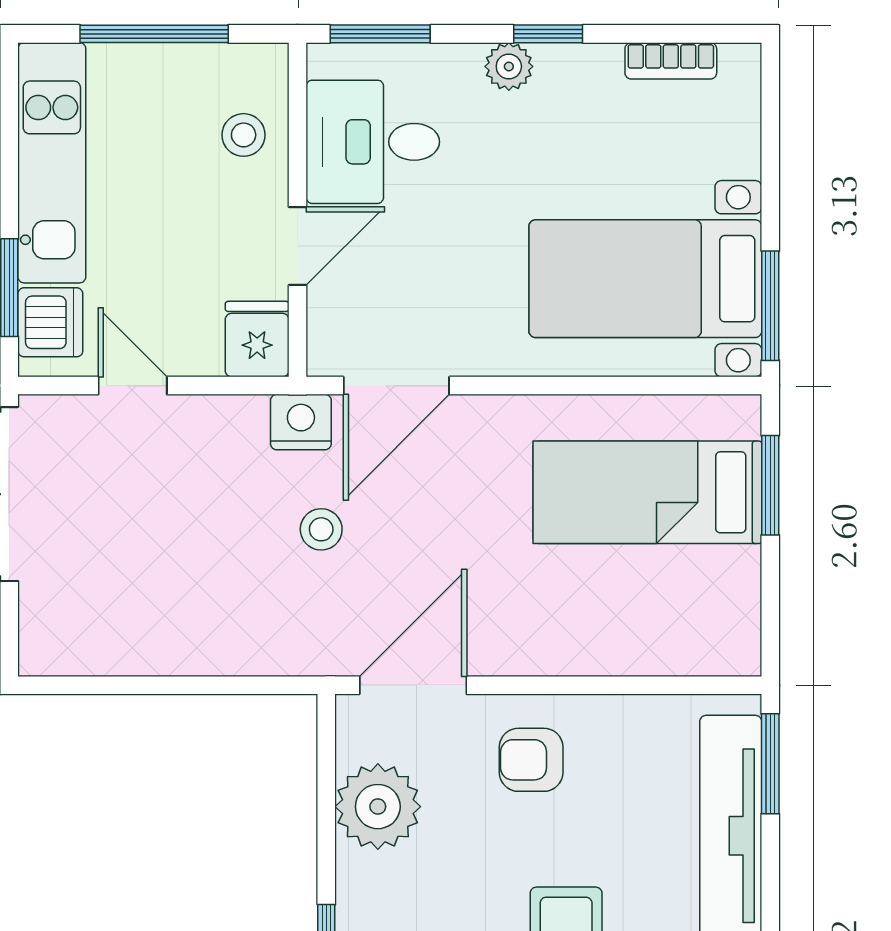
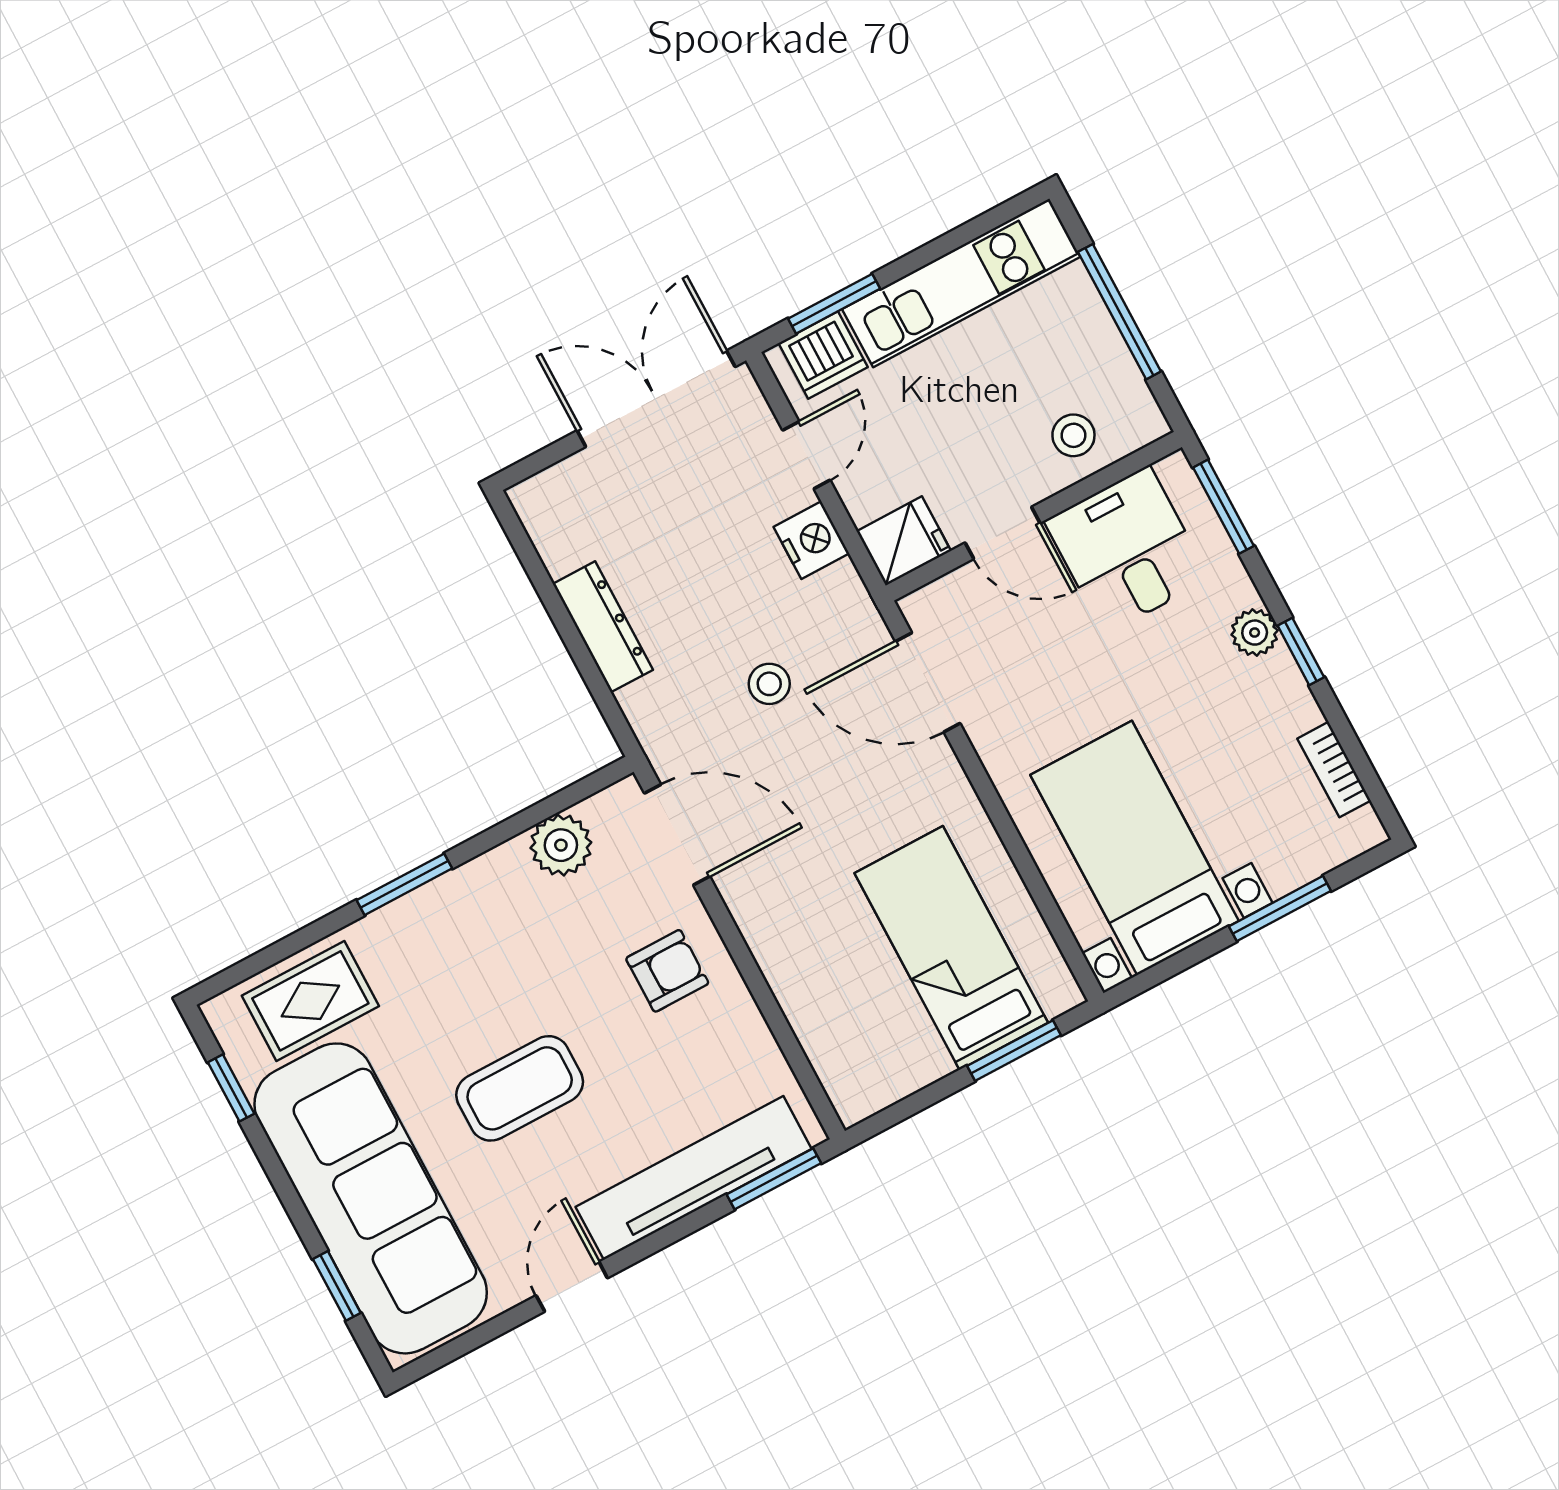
window: (770, 306) -> (1280, 909), moved
nightstand: (301, 422) -> (811, 540), moved
dresser: (190, 652) -> (603, 627), added
armchair: (531, 760) -> (667, 971), turned 90
plant: (378, 807) -> (561, 845), width x0.73, depth x0.73

